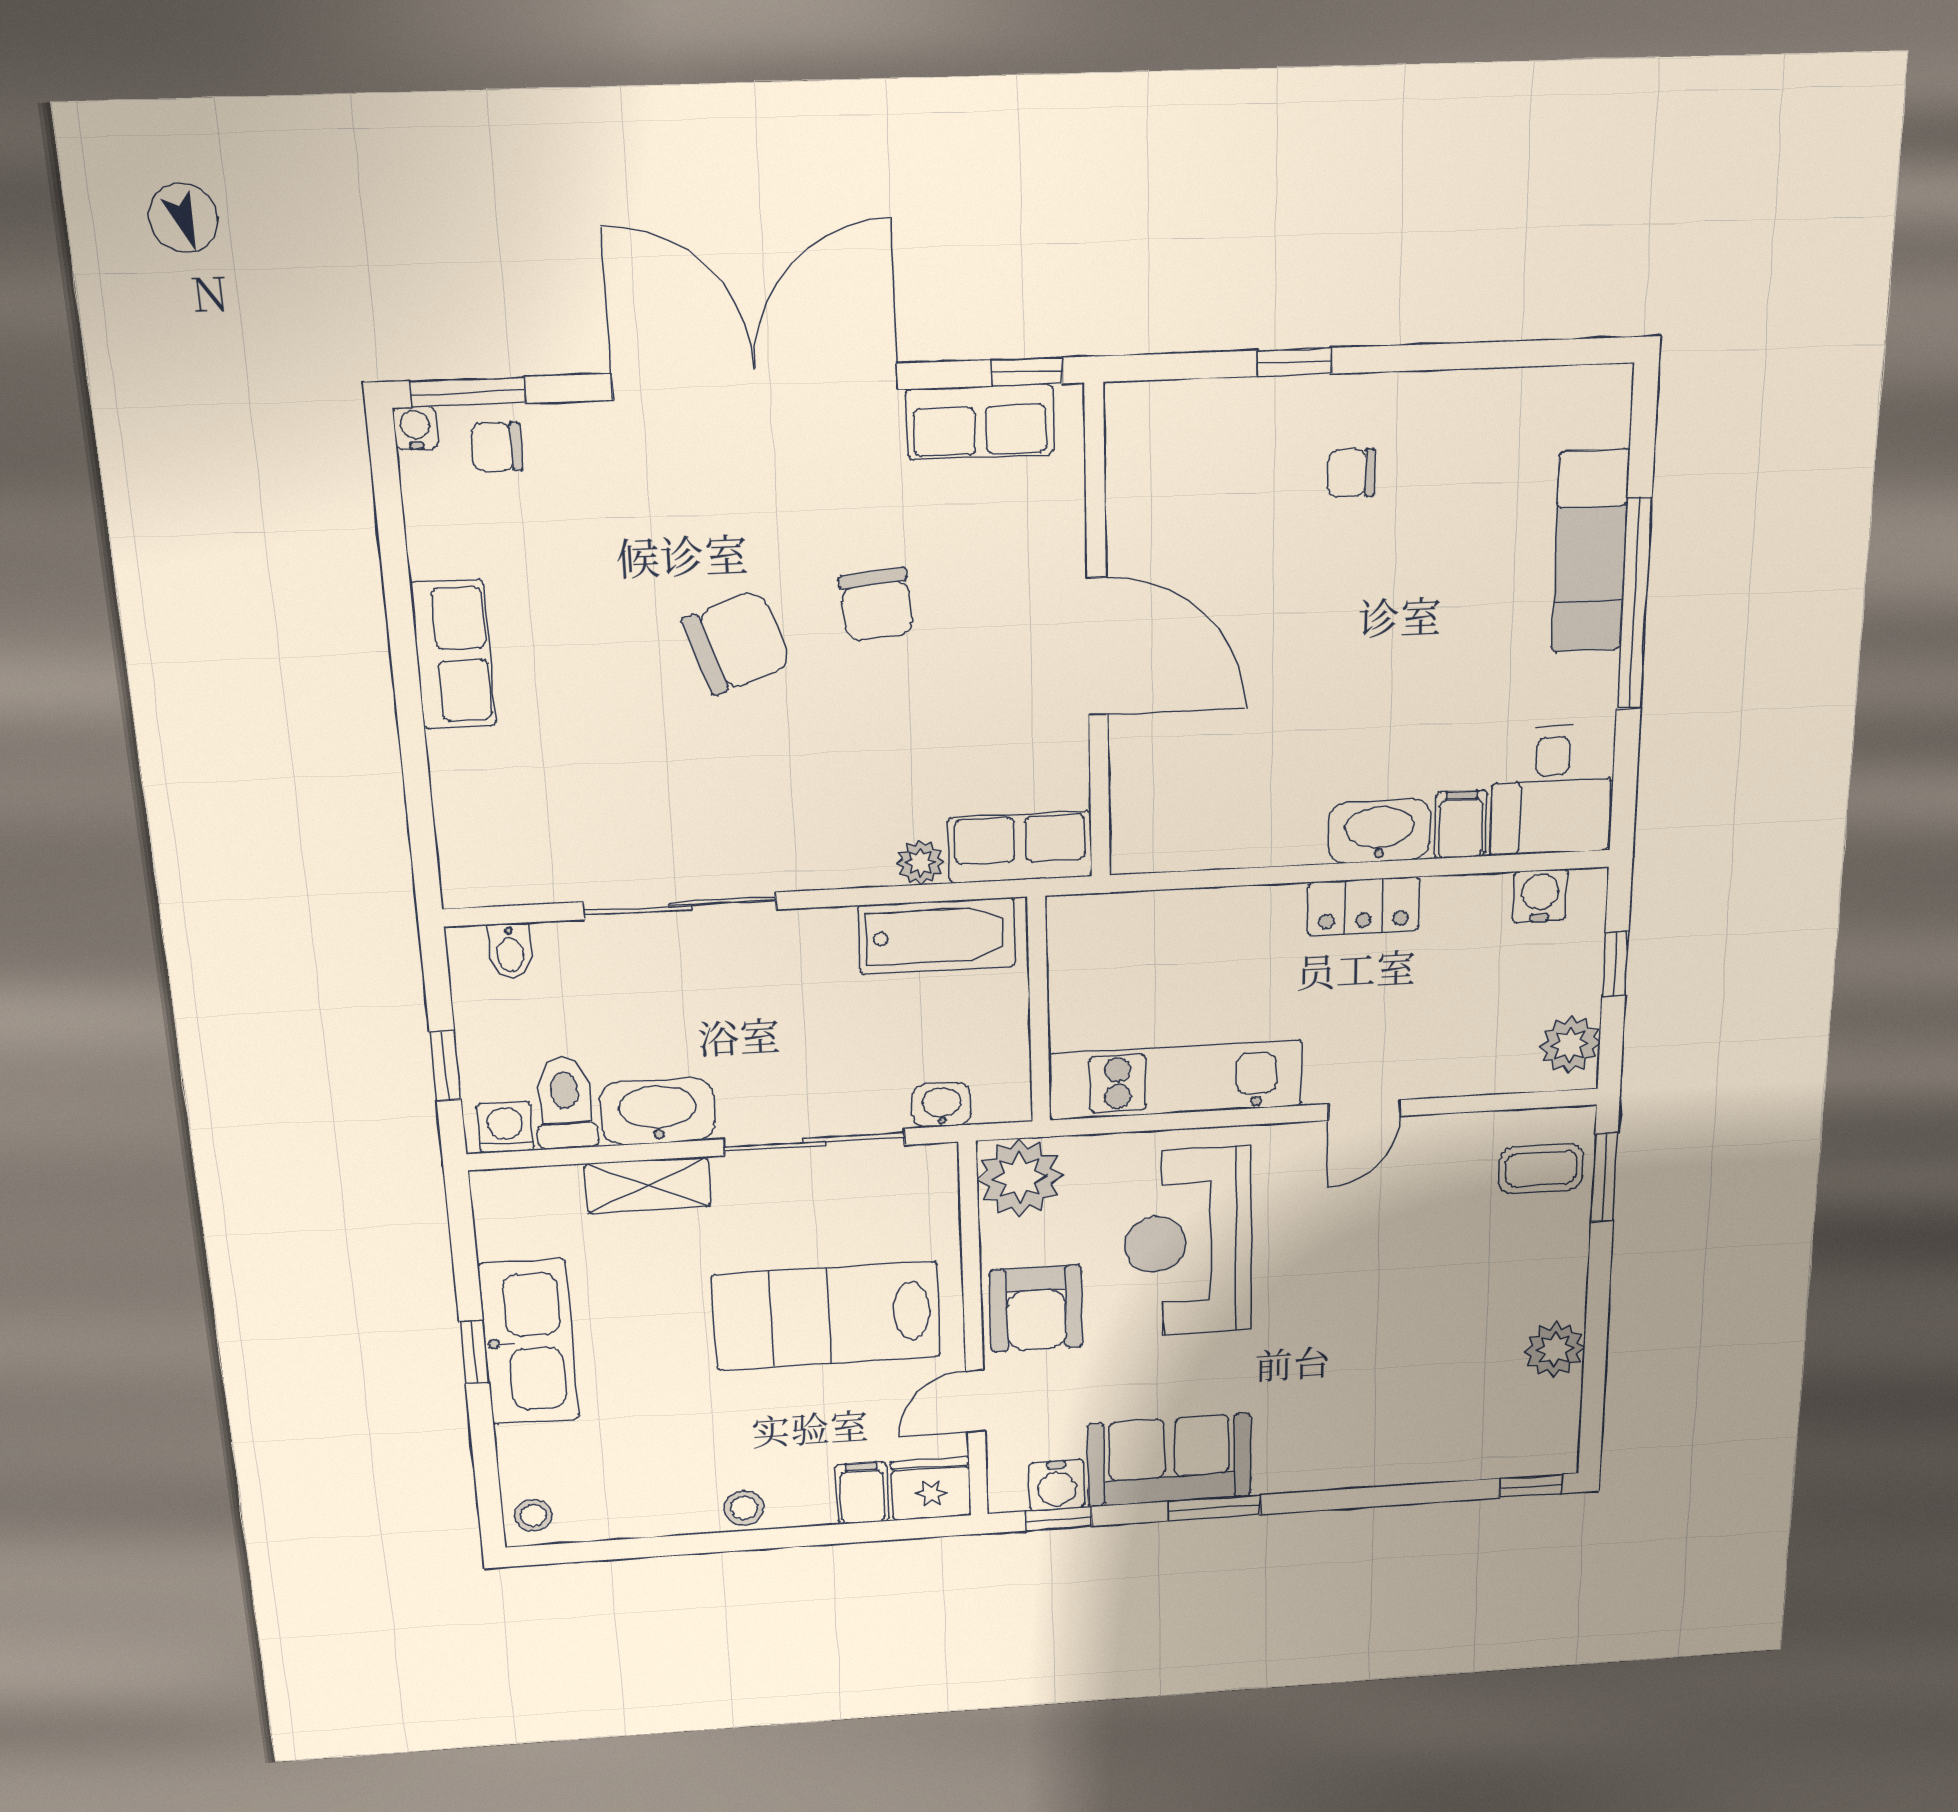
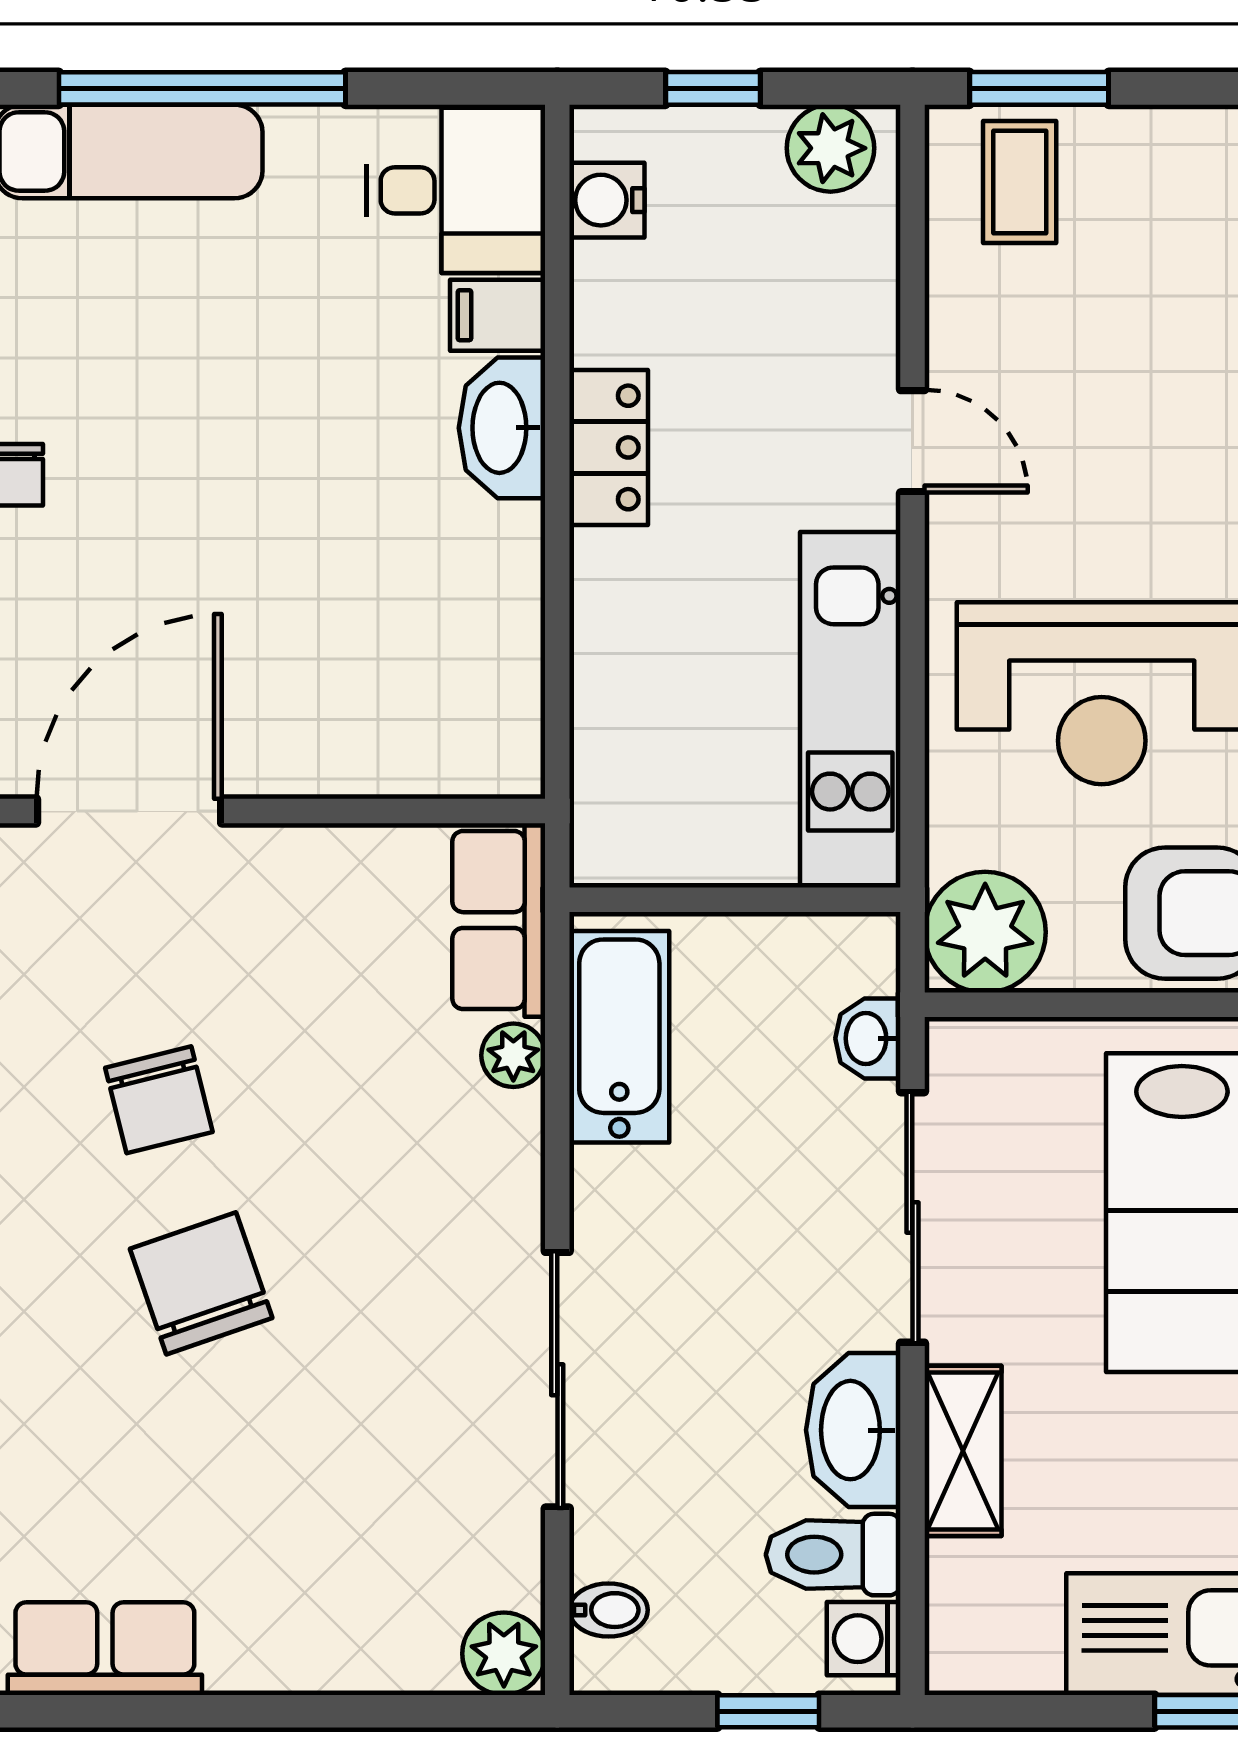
chair: (876, 605) -> (159, 1100), turned 82
door: (1097, 647) -> (129, 811), moved
row of seats: (453, 655) -> (105, 1649), moved
plant: (470, 878) -> (504, 1654), added

